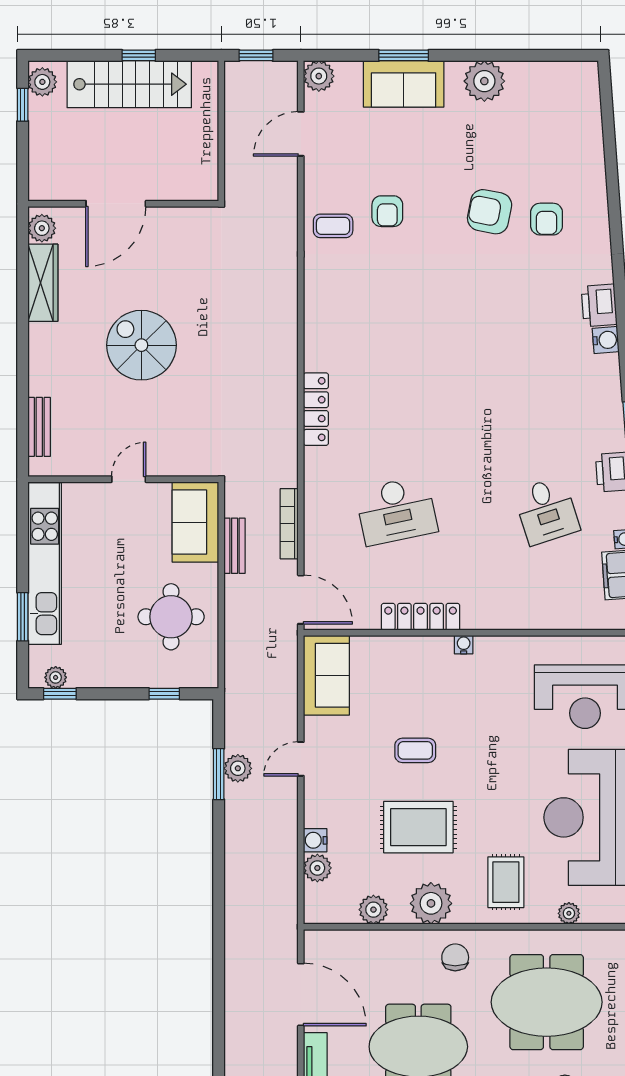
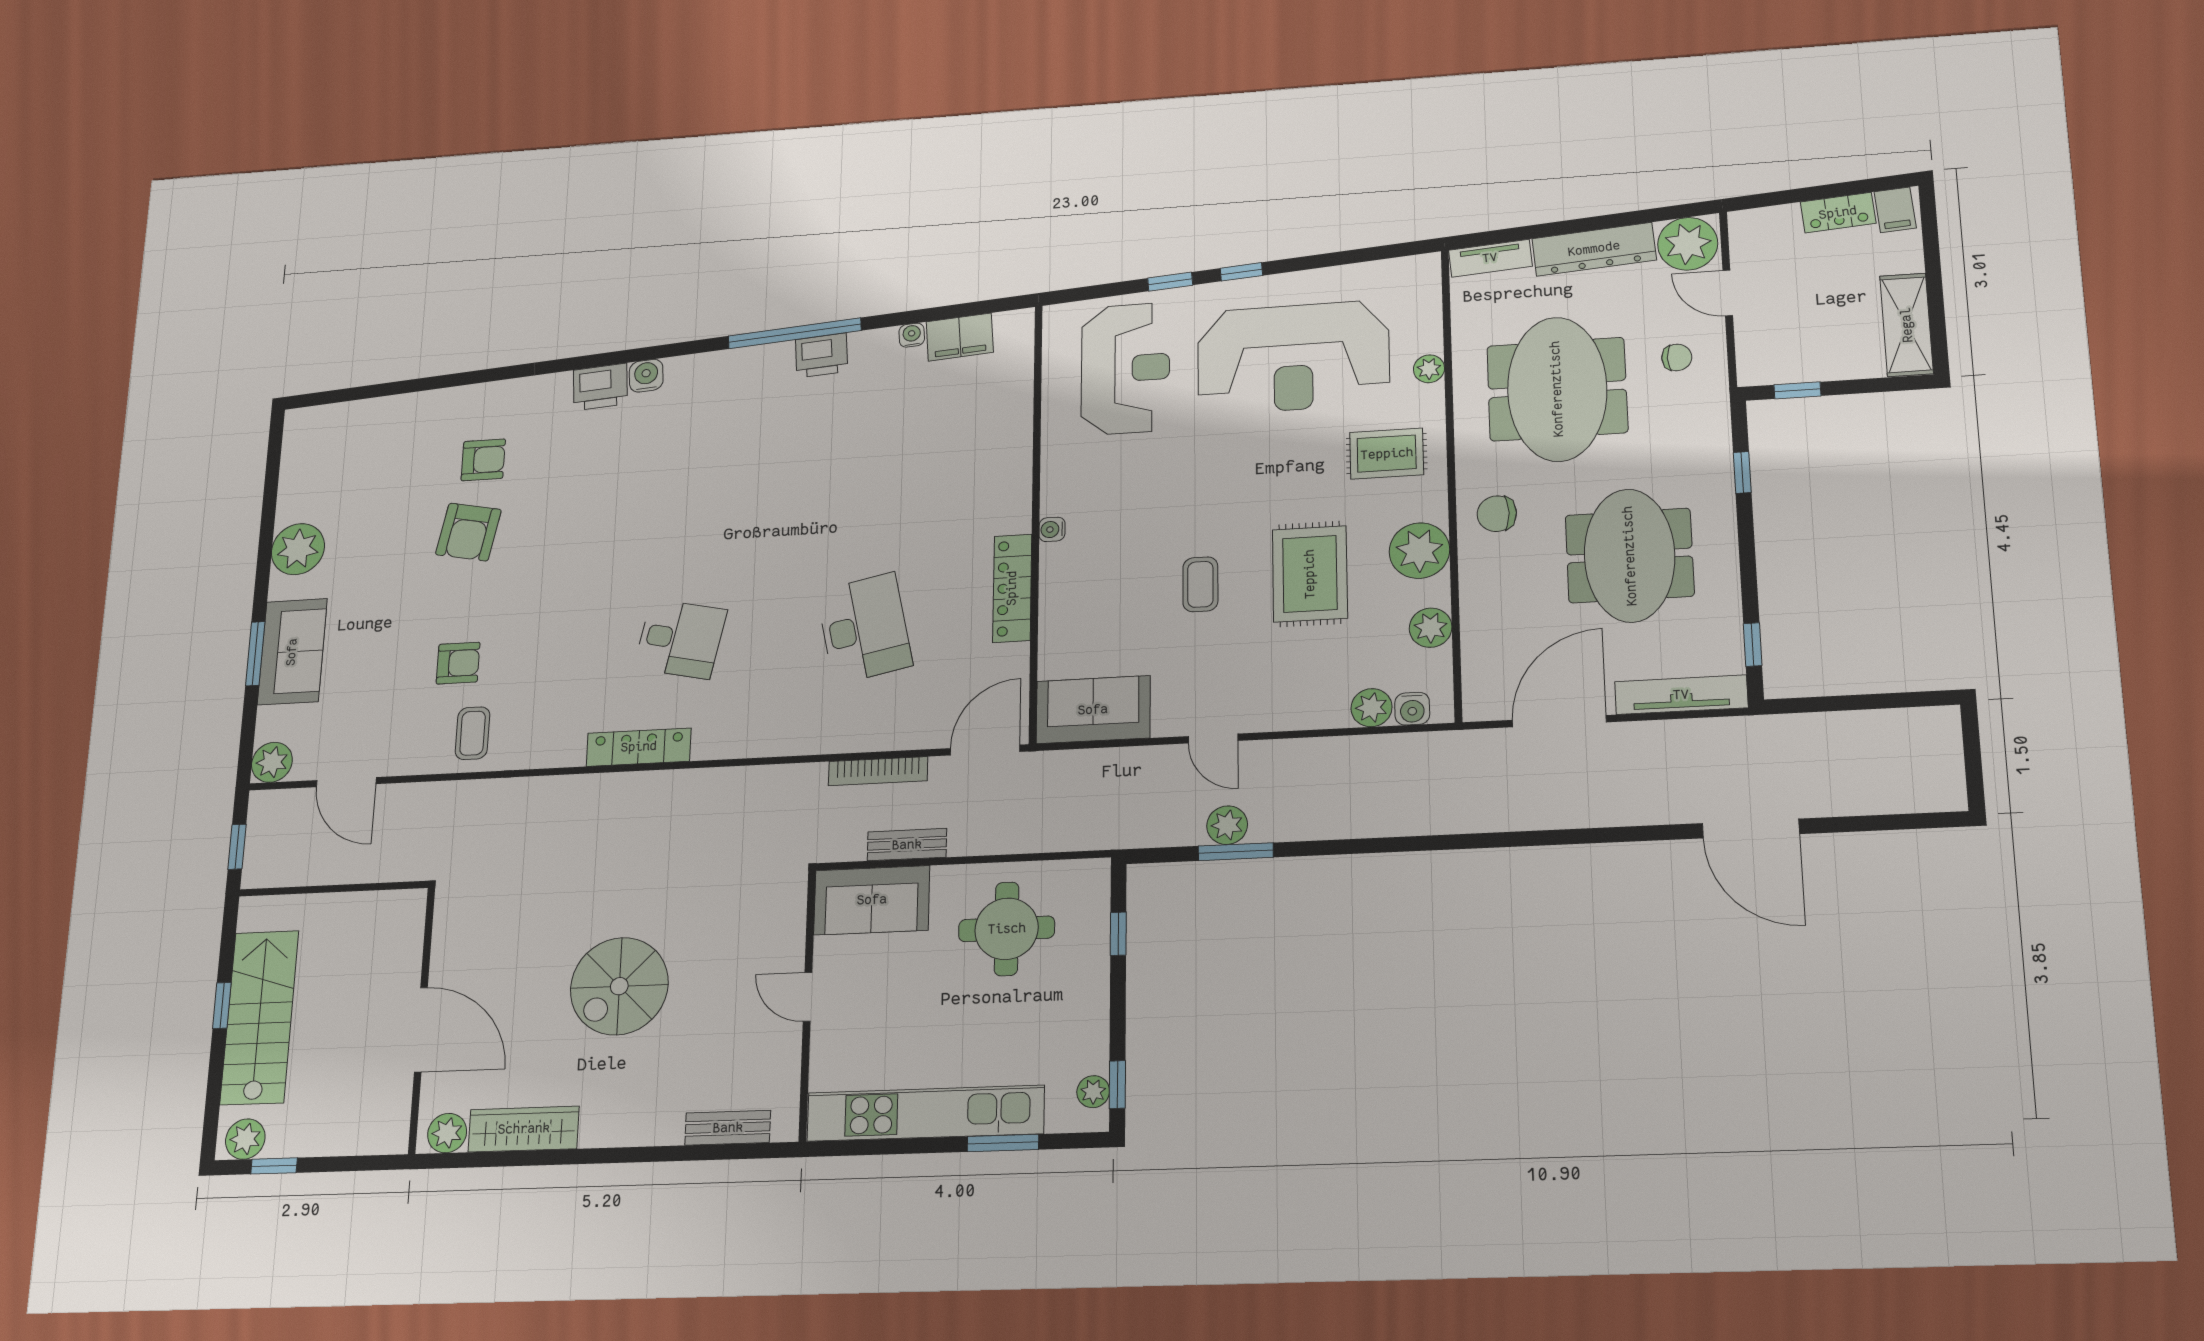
locker: (316, 409) -> (639, 747), moved
desk: (547, 511) -> (680, 639), moved, turned 30
water cooler: (315, 840) -> (1412, 709), moved

